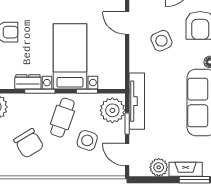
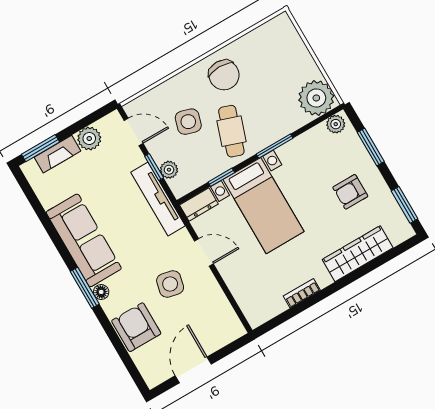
door: (127, 23) -> (204, 252), moved
side table: (161, 41) -> (170, 284), turned 37
dresser: (28, 82) -> (199, 205), moved
plant: (112, 110) -> (169, 170), width x0.53, depth x0.53
chair: (29, 143) -> (224, 75), moved, turned -149

